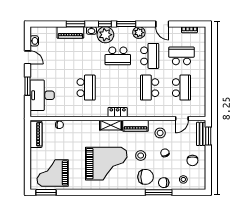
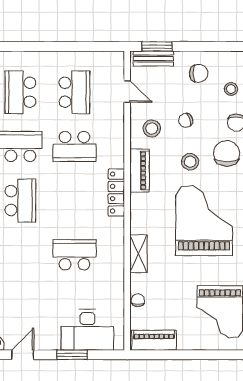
school desk: (181, 88) -> (74, 92), turned 90
locker: (118, 112) -> (116, 193), width x1.53
shelving: (111, 125) -> (138, 254), moved

